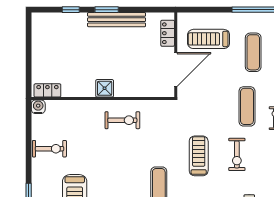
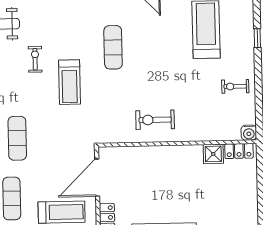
shower: (105, 88) -> (213, 154), moved
exercise bike: (49, 149) -> (235, 86), width x0.73, depth x0.72
exercise bike: (237, 154) -> (35, 59), moved, width x0.73, depth x0.72

